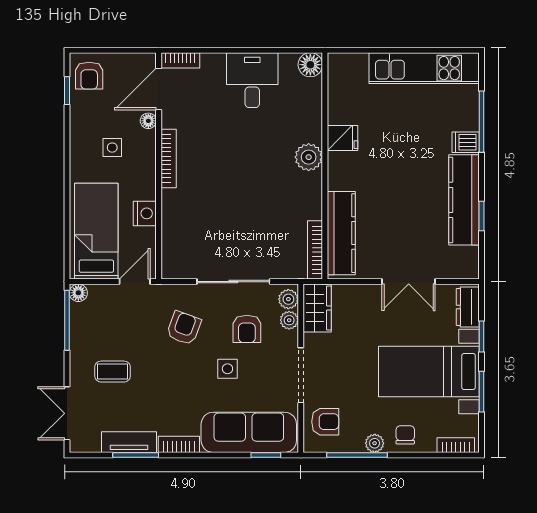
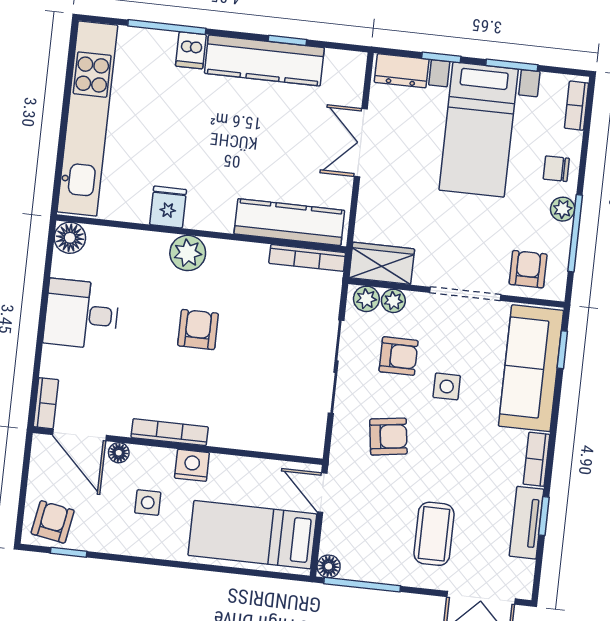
kitchen unit: (424, 68) -> (87, 119), width x1.36
armchair: (89, 76) -> (53, 522), turned -80
armchair: (250, 172) -> (198, 330), added
nightstand: (145, 213) -> (192, 465), moved
double door: (409, 282) -> (361, 143), swing flipped
armchair: (184, 328) -> (388, 437), turned 152
coffee table: (113, 372) -> (434, 534), width x1.36, depth x1.30
window: (136, 455) -> (544, 516), width x0.67

